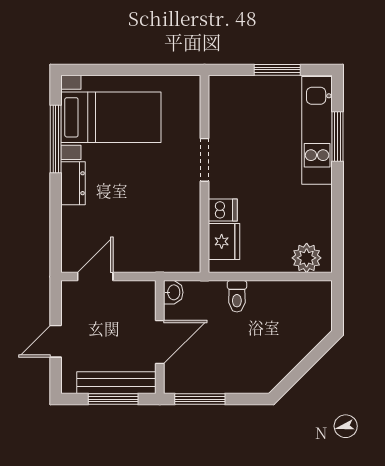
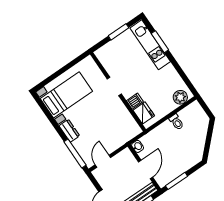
window: (56, 139) -> (75, 153), moved
toilet: (237, 296) -> (176, 122), moved

